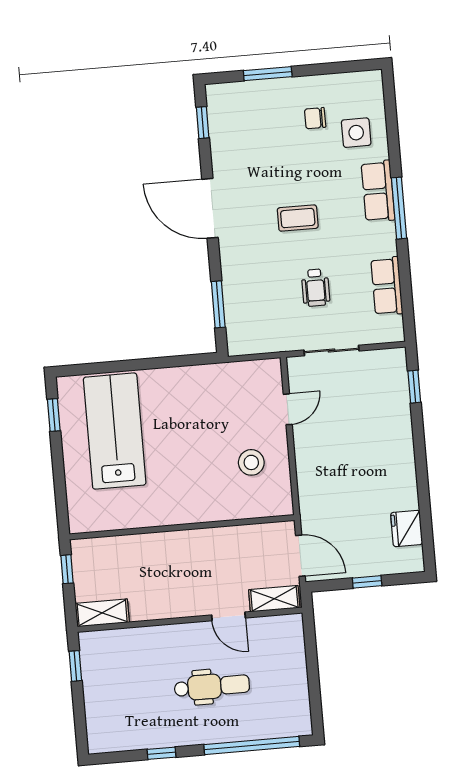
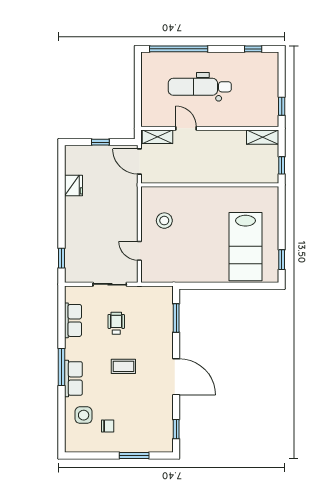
door: (288, 409) -> (139, 251), hinge flipped
fridge: (407, 529) -> (74, 185), moved
dental chair: (212, 686) -> (200, 87), width x1.36, depth x1.38
window: (161, 753) -> (253, 49), moved

